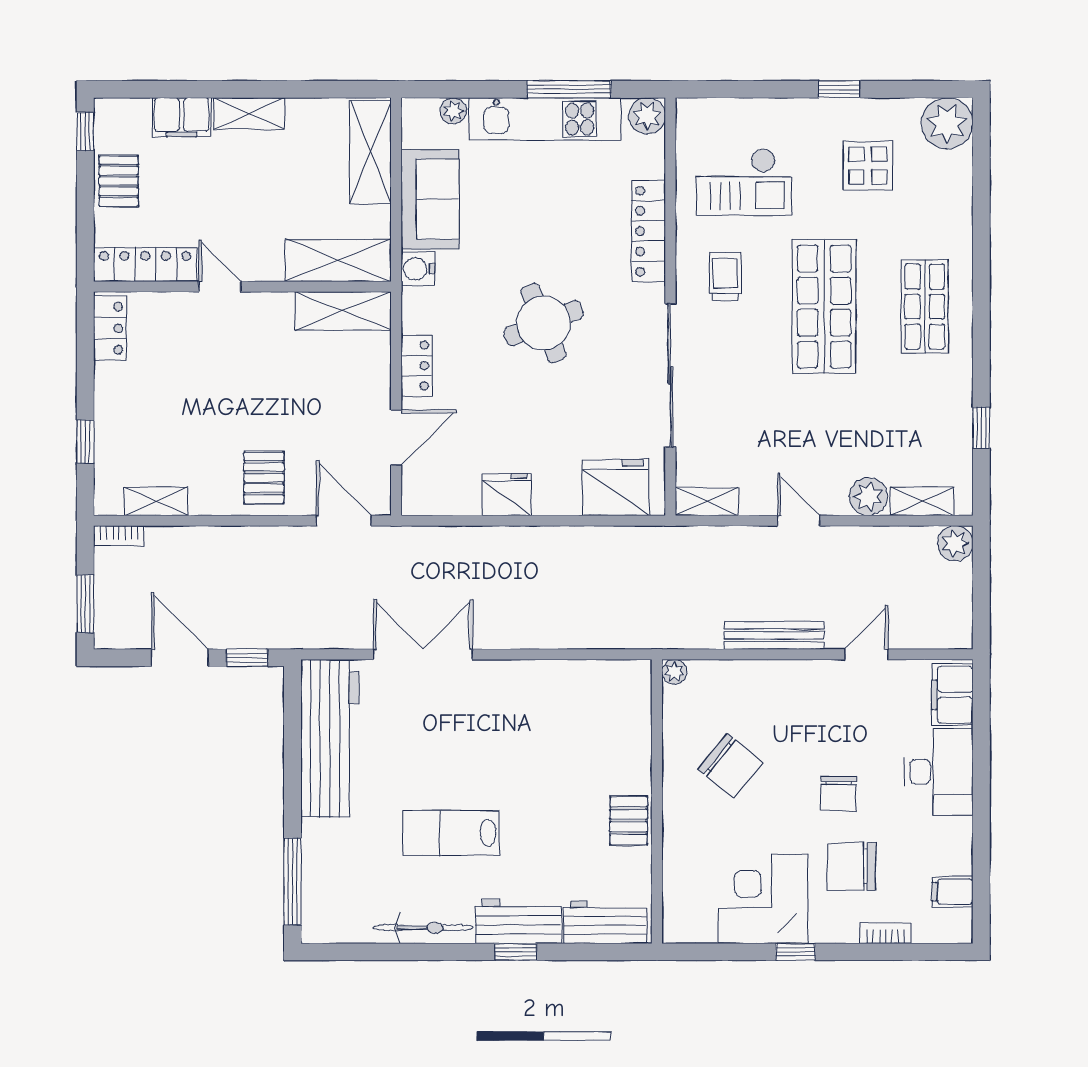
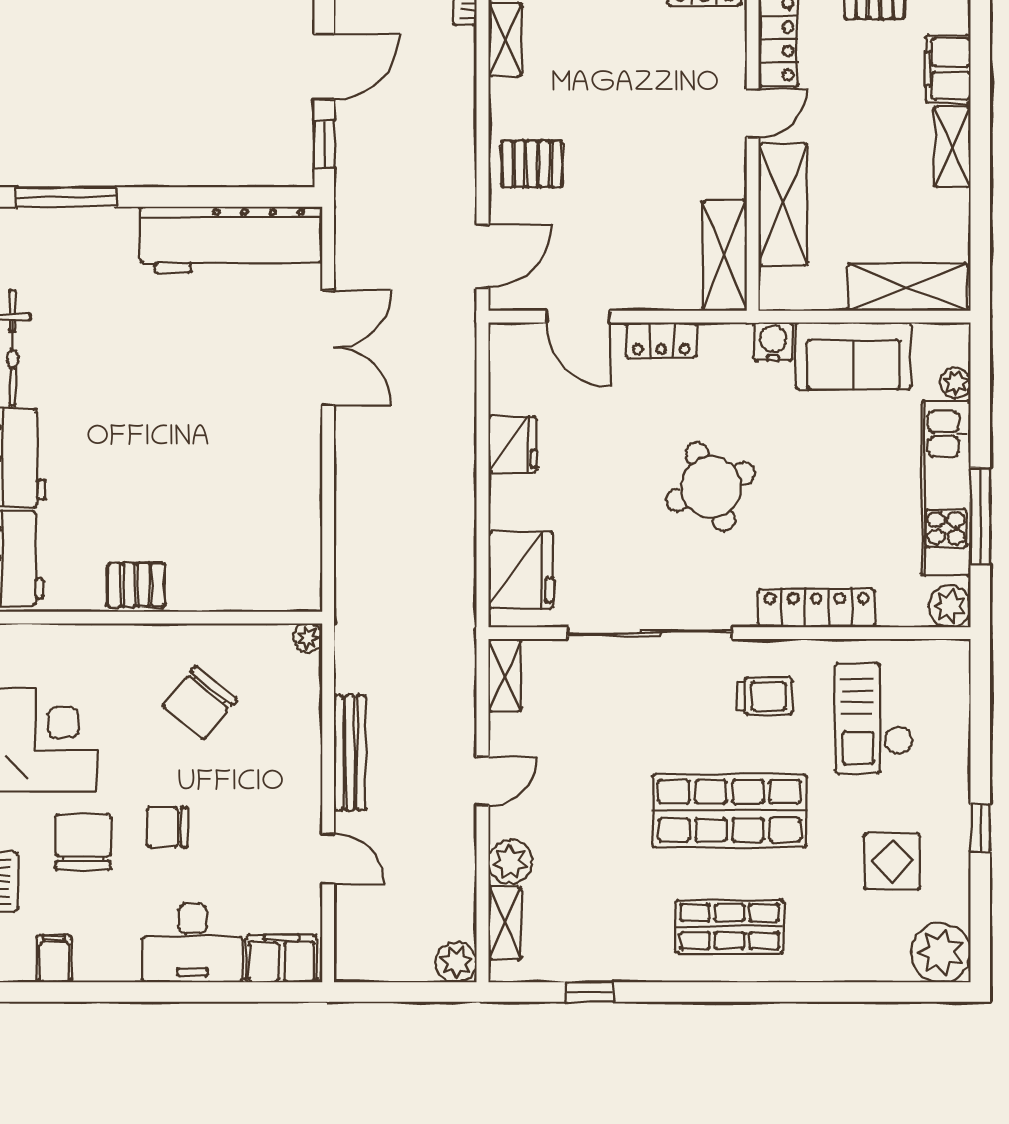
shelving: (338, 260) -> (783, 204), moved
lab bench: (451, 833) -> (122, 380), removed

